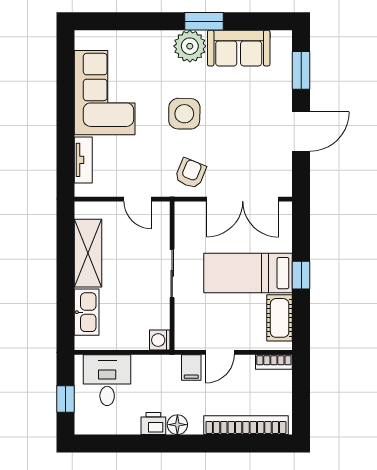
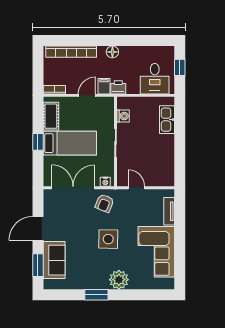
plant: (190, 46) -> (119, 280), moved
sofa: (239, 48) -> (54, 260), moved, turned 90
nightstand: (189, 209) -> (105, 182), added
shelving: (88, 253) -> (166, 155), removed
washing machine: (160, 340) -> (123, 116), moved
printer: (153, 424) -> (118, 87), moved, turned 180

